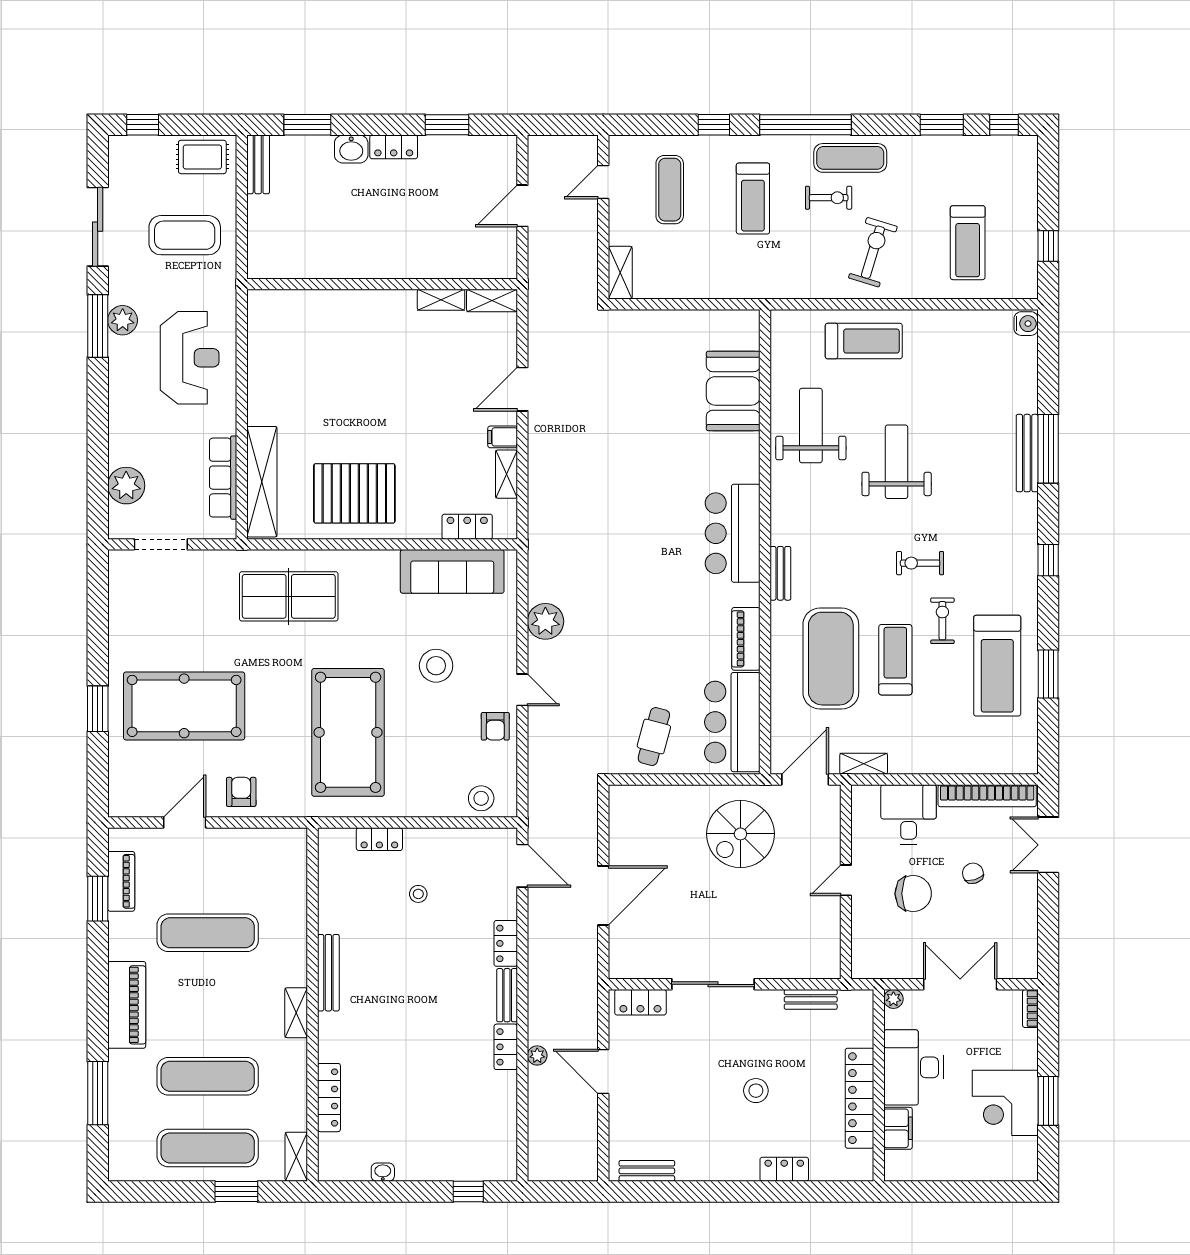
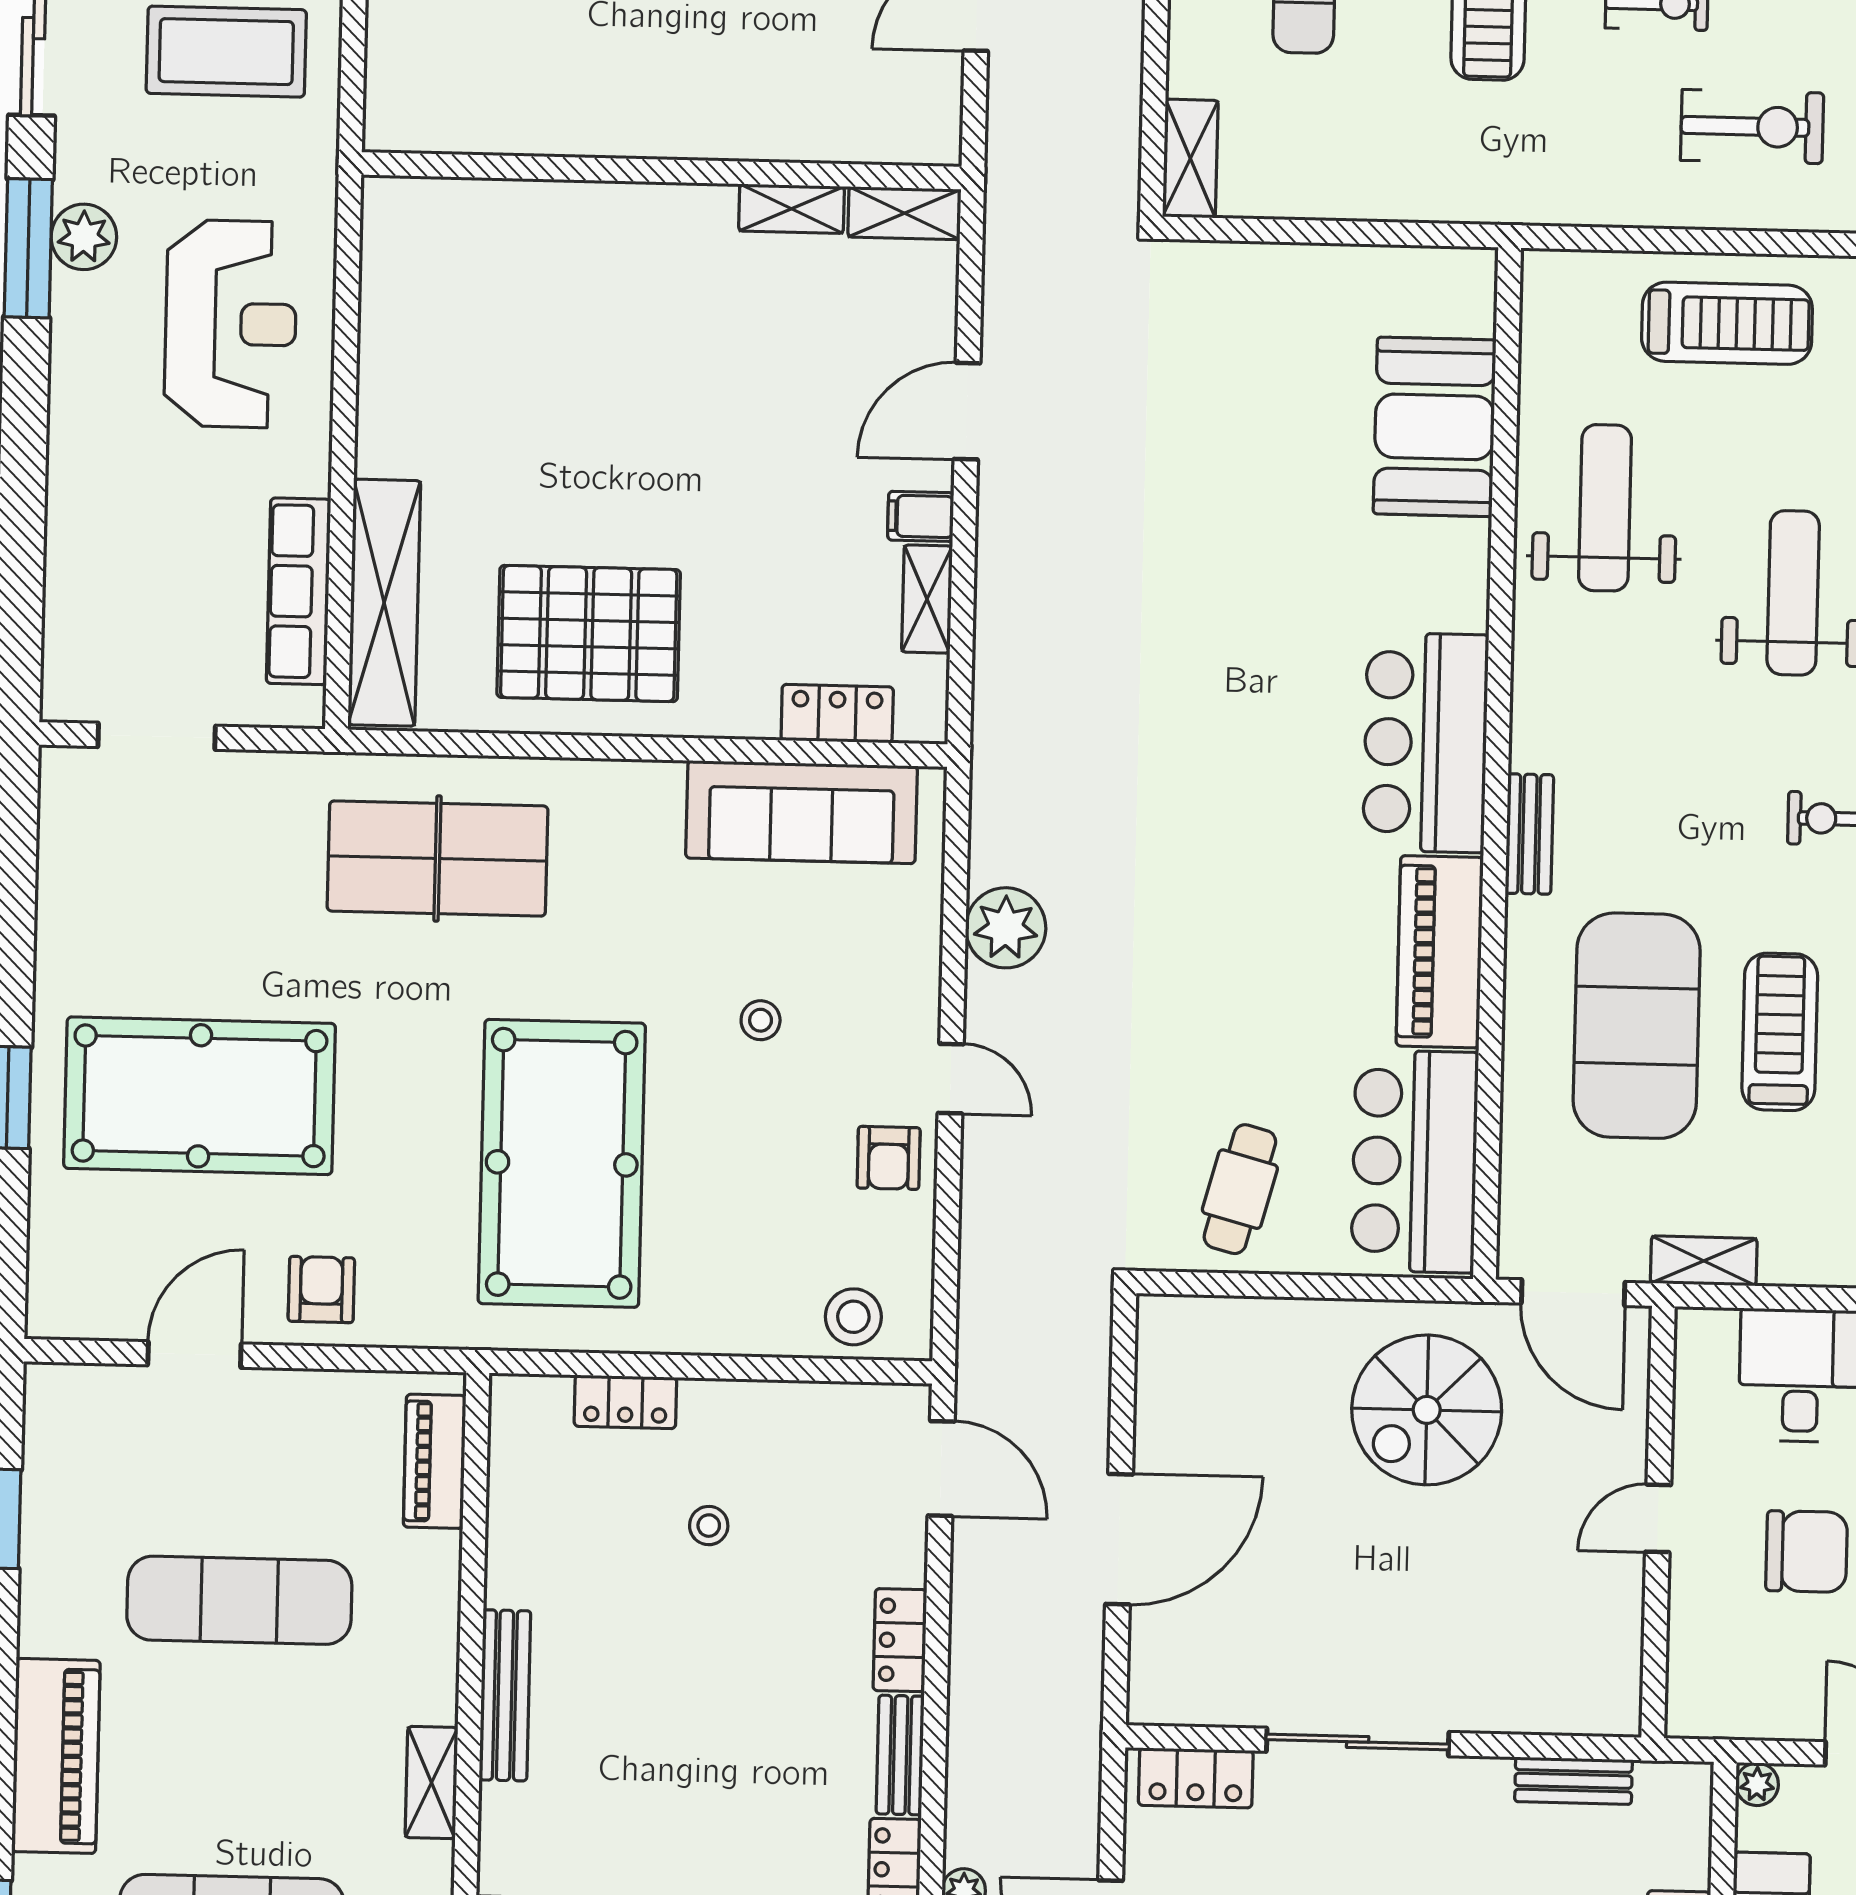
exercise bike: (873, 252) -> (1752, 127), turned 73
plant: (126, 486) -> (83, 604), removed
piano: (746, 639) -> (1440, 952), width x1.37, depth x1.33
stool: (436, 666) -> (761, 1020), width x0.53, depth x0.53
door: (805, 780) -> (1573, 1293), swing flipped
piano: (121, 881) -> (435, 1461), moved, turned 180

